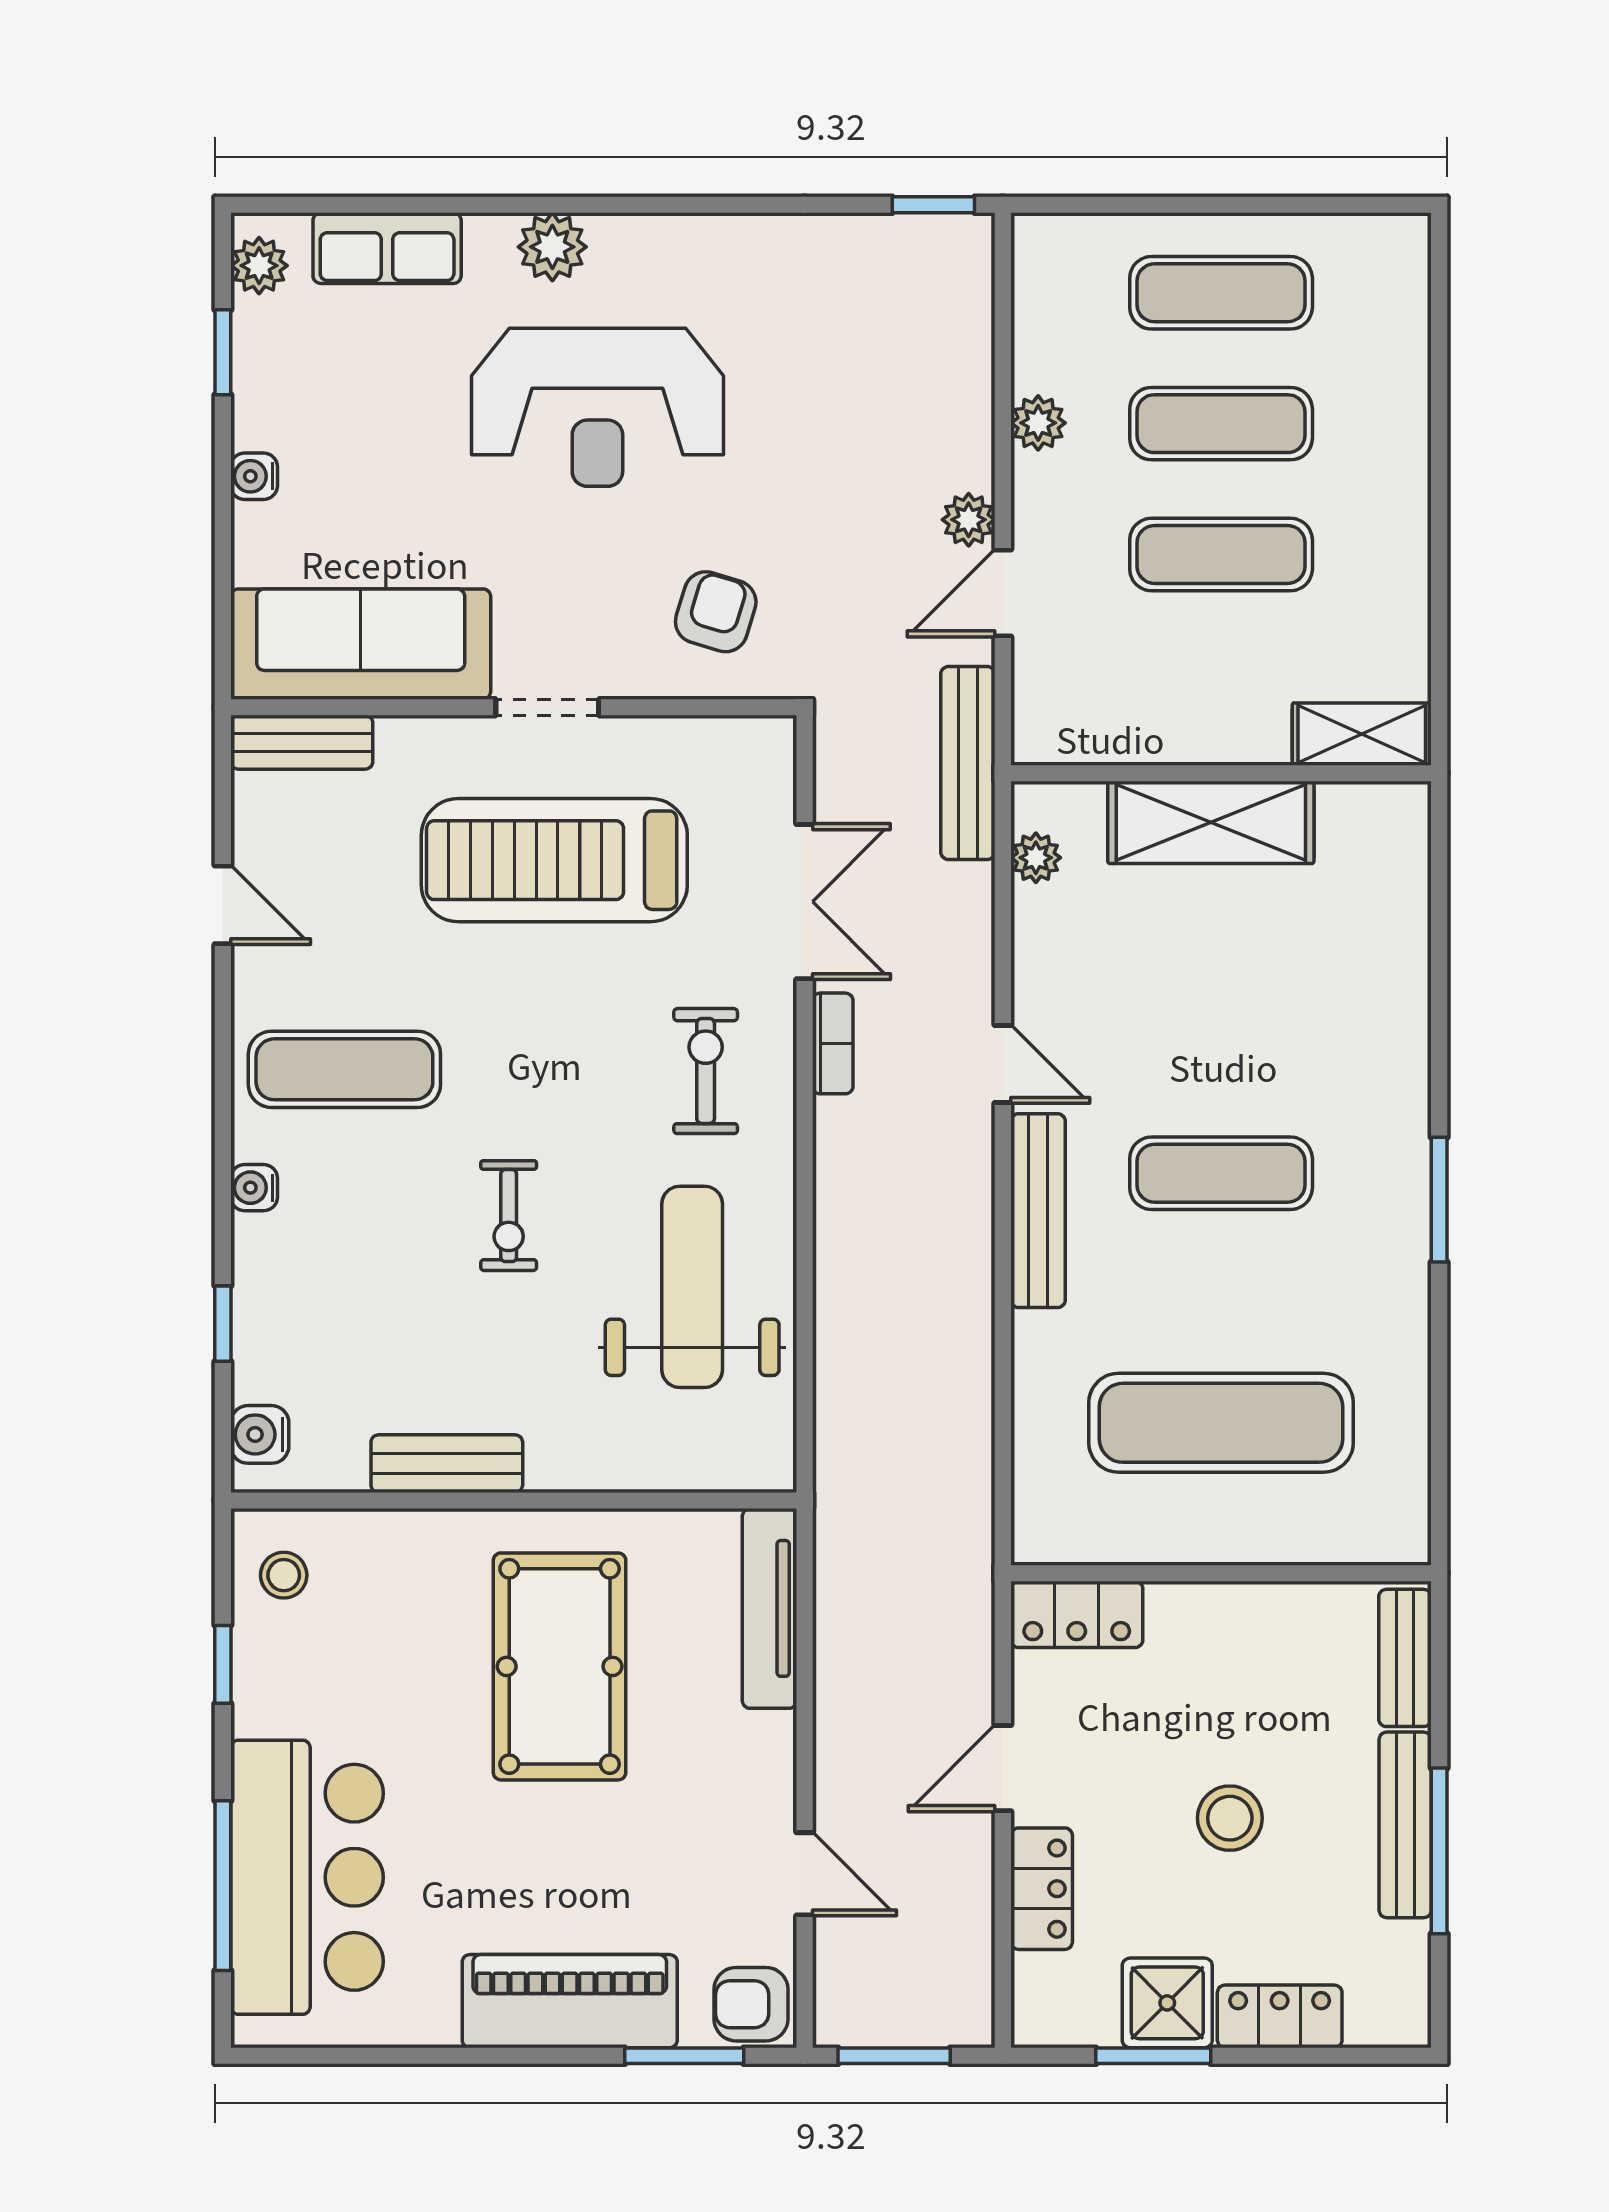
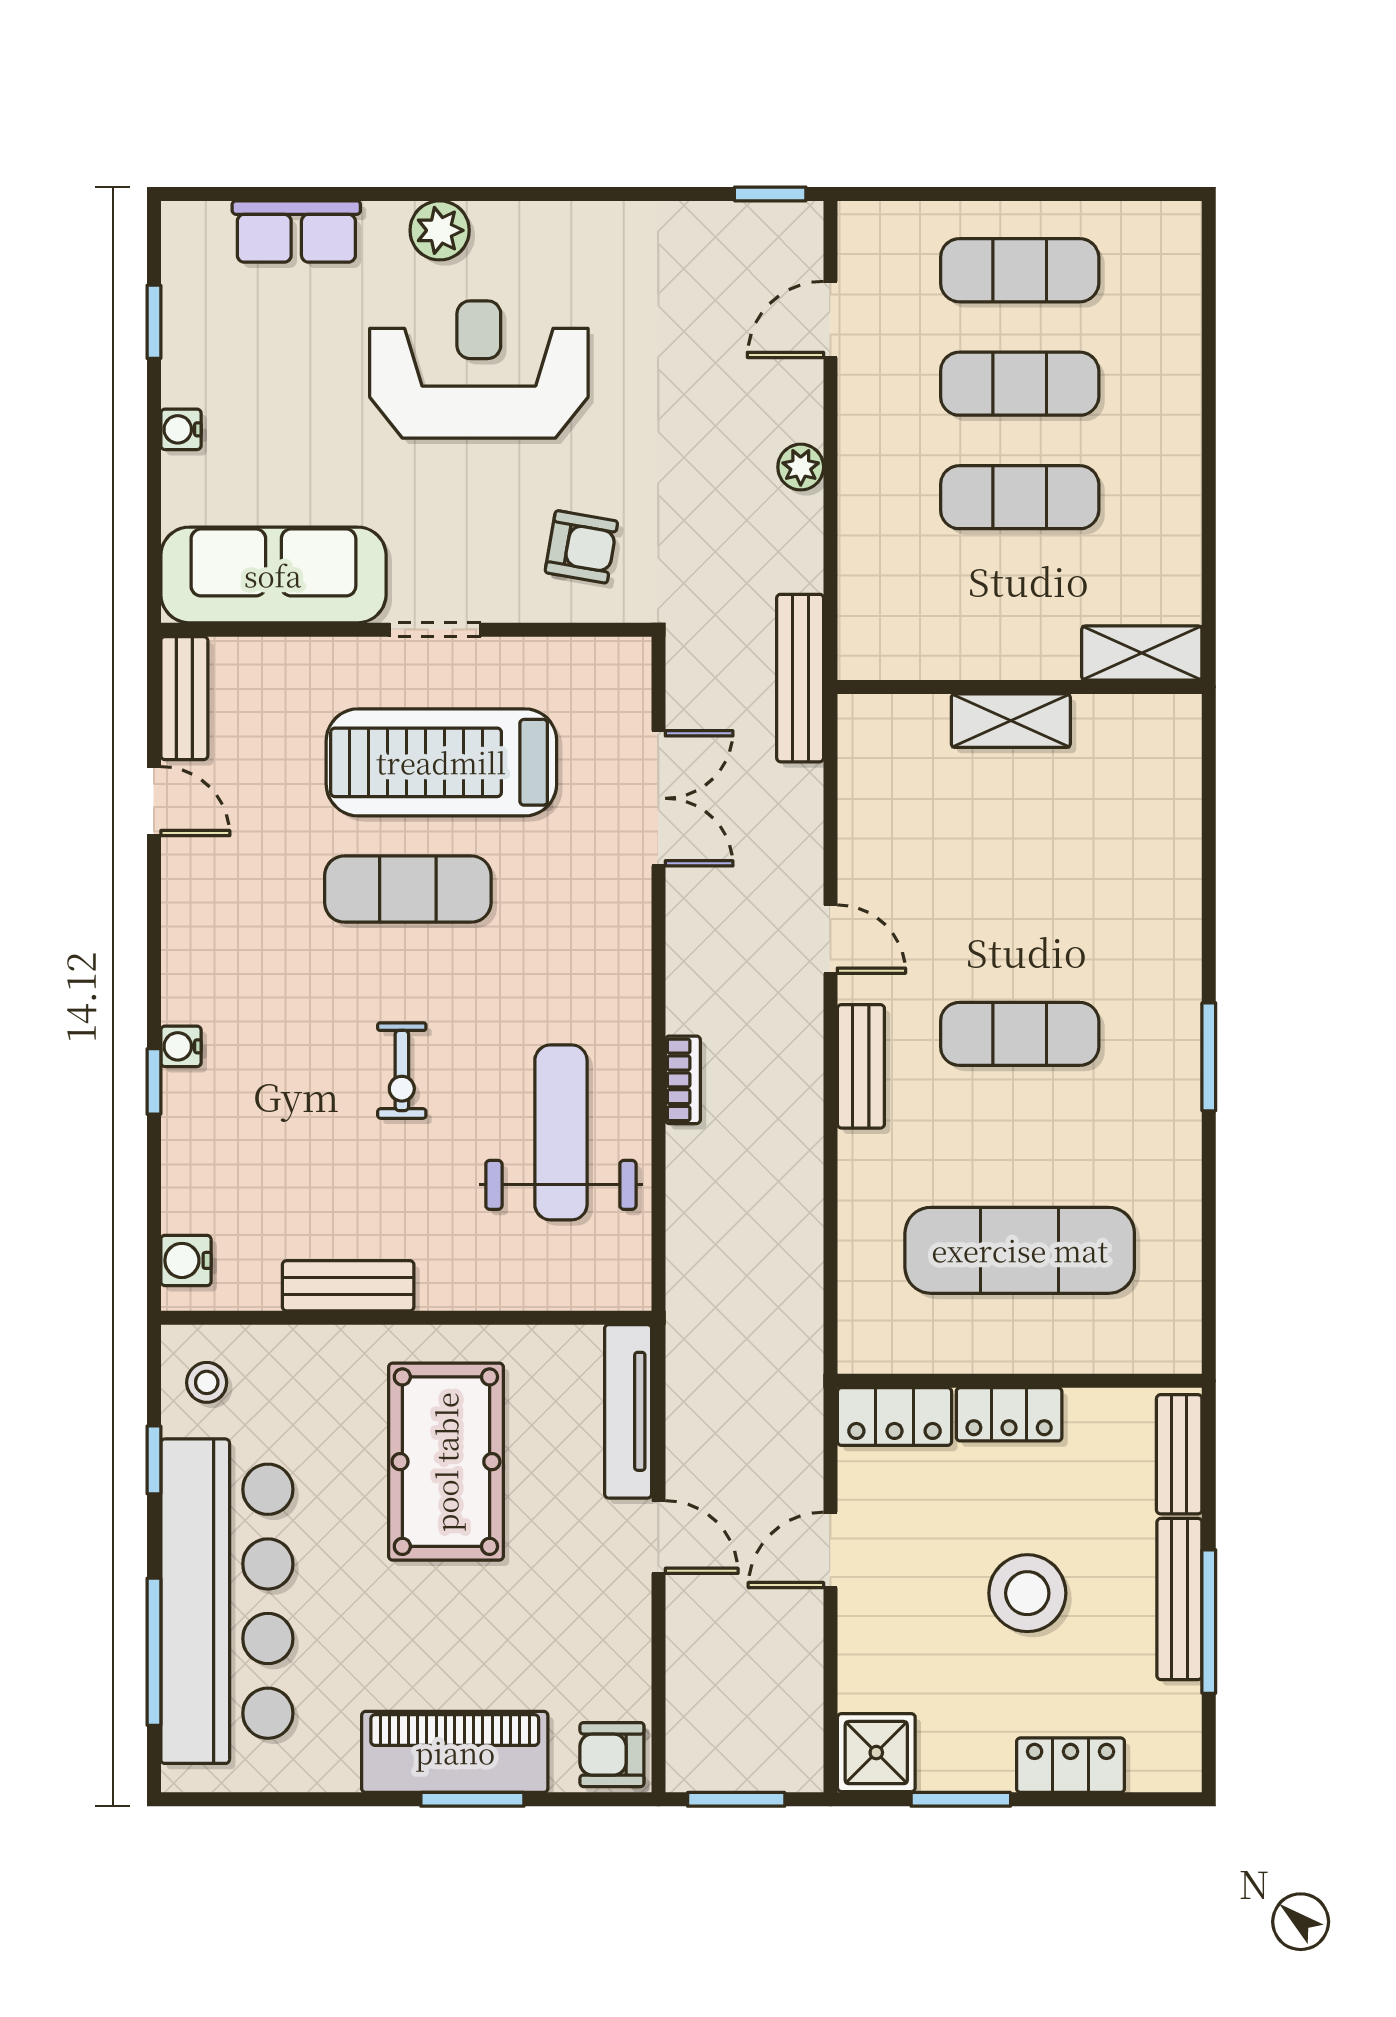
plant: (259, 266) -> (185, 247), removed
reception desk: (597, 407) -> (479, 370), turned 180
plant: (1038, 423) -> (861, 383), removed
door: (1003, 593) -> (830, 319), moved
armchair: (716, 612) -> (581, 547), turned 83
bench: (302, 742) -> (184, 698), moved, turned 90
shelving: (1211, 822) -> (1011, 721), width x0.67, depth x0.75
plant: (1036, 858) -> (859, 760), removed
bookcase: (833, 1043) -> (683, 1080), moved
exercise mat: (344, 1069) -> (408, 889), moved
exercise bike: (706, 1071) -> (573, 945), removed
bench: (1038, 1211) -> (861, 1066), width x0.73
window: (223, 1324) -> (154, 1081), moved
stool: (1230, 1818) -> (1027, 1593), width x1.38, depth x1.38
door: (805, 1874) -> (658, 1537), moved
bar counter: (307, 1877) -> (227, 1601), width x1.36
locker: (1042, 1889) -> (1009, 1414), moved, turned 90
shower: (1167, 2003) -> (876, 1753), moved
window: (684, 2056) -> (472, 1799), moved

